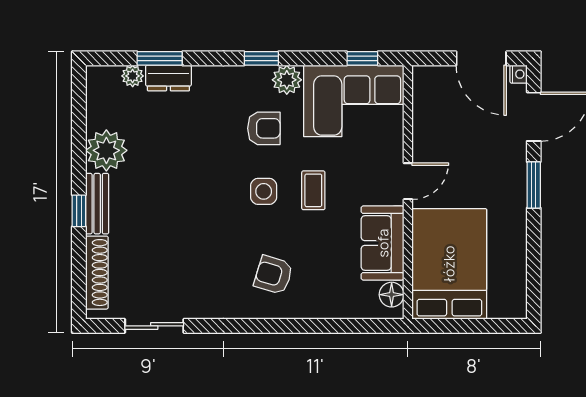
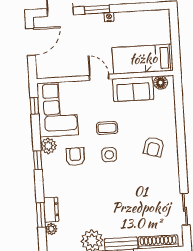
nightstand: (518, 74) -> (109, 17), moved
bed: (449, 264) -> (143, 59), width x0.67

